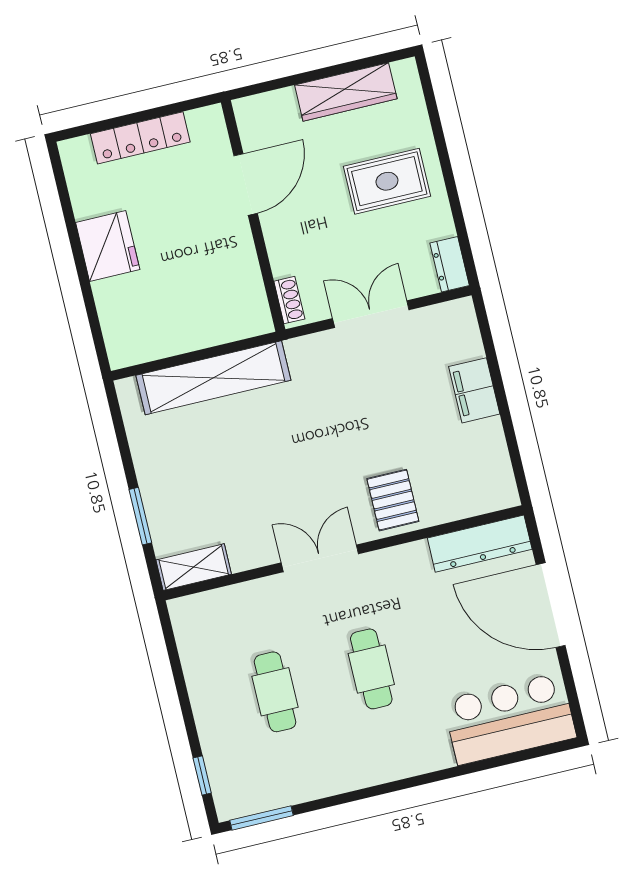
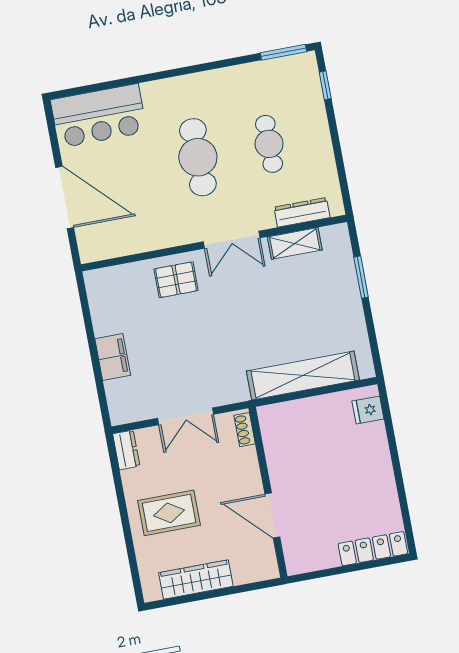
locker: (140, 138) -> (373, 549), moved
door: (246, 184) -> (272, 516), hinge flipped
fridge: (108, 246) -> (368, 410), moved, width x0.53, depth x0.75
pallet: (393, 500) -> (176, 280), turned 90
dresser: (480, 544) -> (302, 212), moved, width x0.73, depth x0.80
shelving: (194, 567) -> (295, 243), moved
cafe table: (371, 669) -> (198, 157), width x1.37, depth x1.35

